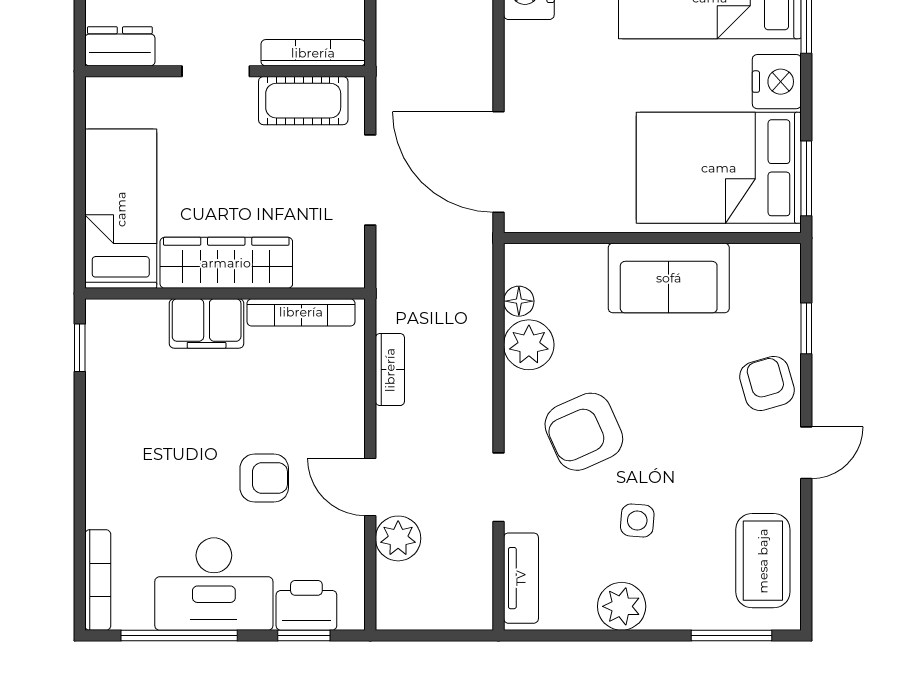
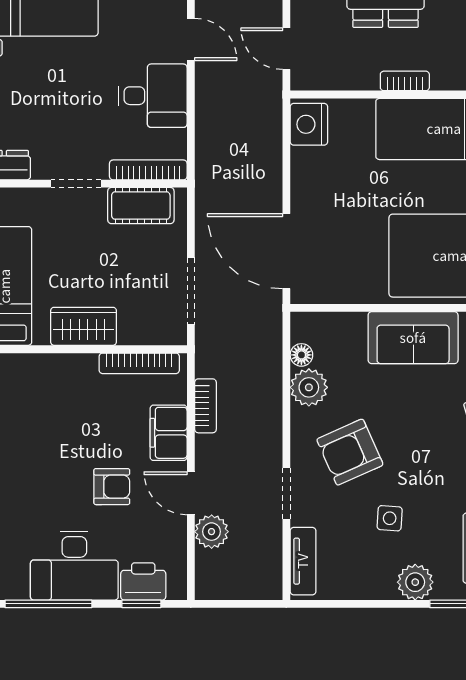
doorway: (370, 180) -> (191, 291), moved
wardrobe: (226, 263) -> (84, 326), width x0.67
filing cabinet: (207, 323) -> (169, 433), moved, turned 90
plant: (622, 606) -> (415, 582), moved

